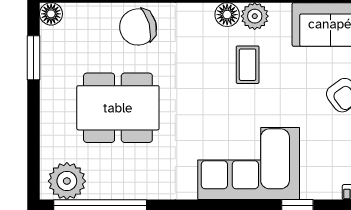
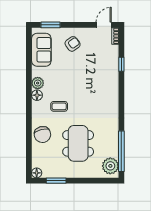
coffee table: (248, 65) -> (59, 106), moved
corner sofa: (249, 164) -> (103, 86), removed

